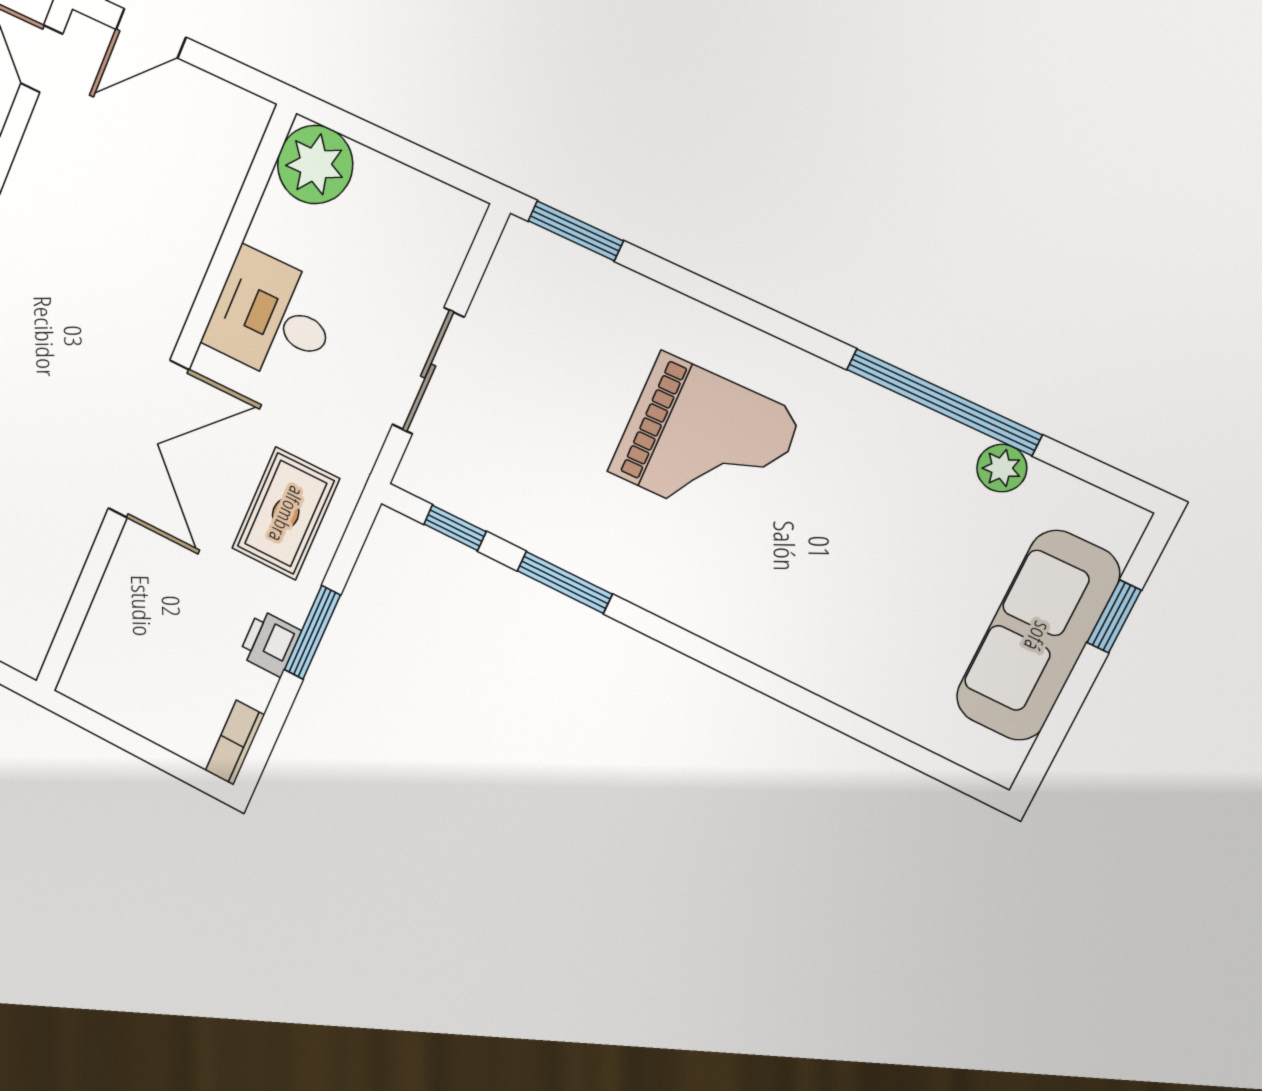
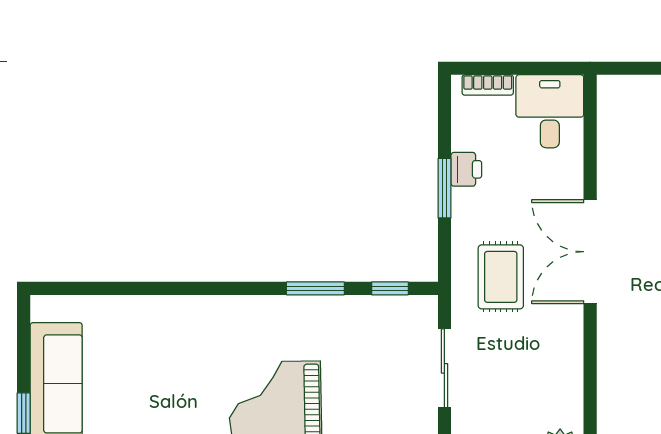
desk: (272, 318) -> (550, 111), moved, turned -90
rug: (286, 514) -> (501, 277), moved
bookcase: (235, 743) -> (488, 85), moved, turned 90

